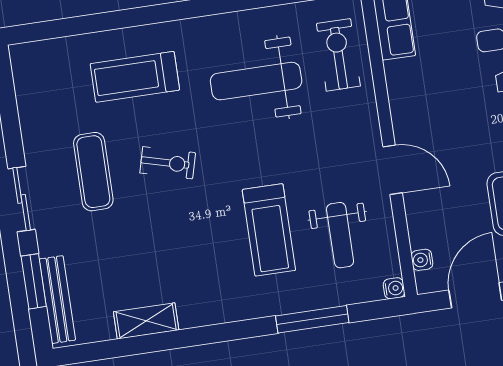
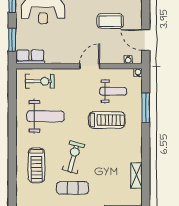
exercise bike: (338, 55) -> (40, 81), turned 180
weight bench: (256, 81) -> (45, 116), turned -90
exercise bike: (168, 163) -> (73, 157), width x1.38, depth x1.39

